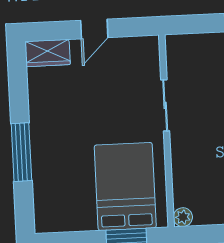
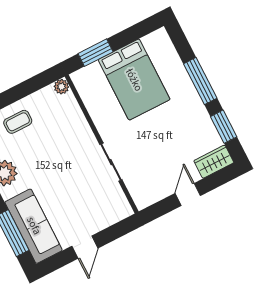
window: (18, 88) -> (224, 127), added
bed: (125, 186) -> (134, 80), moved

